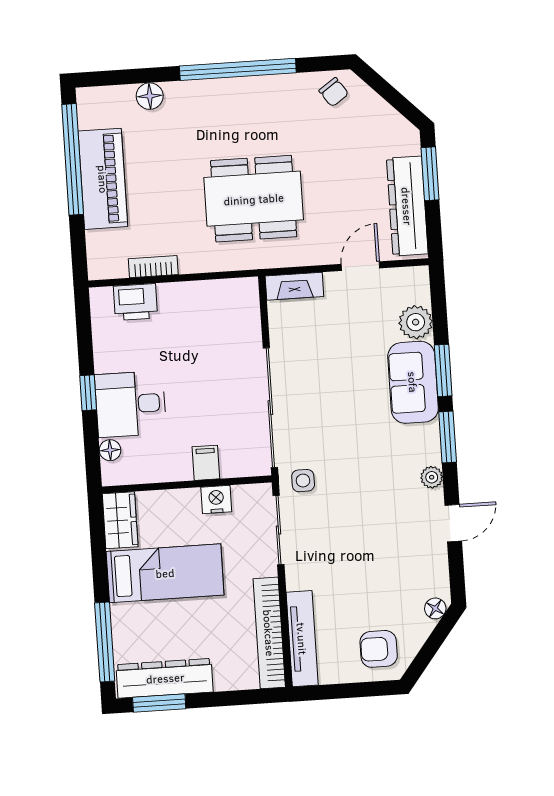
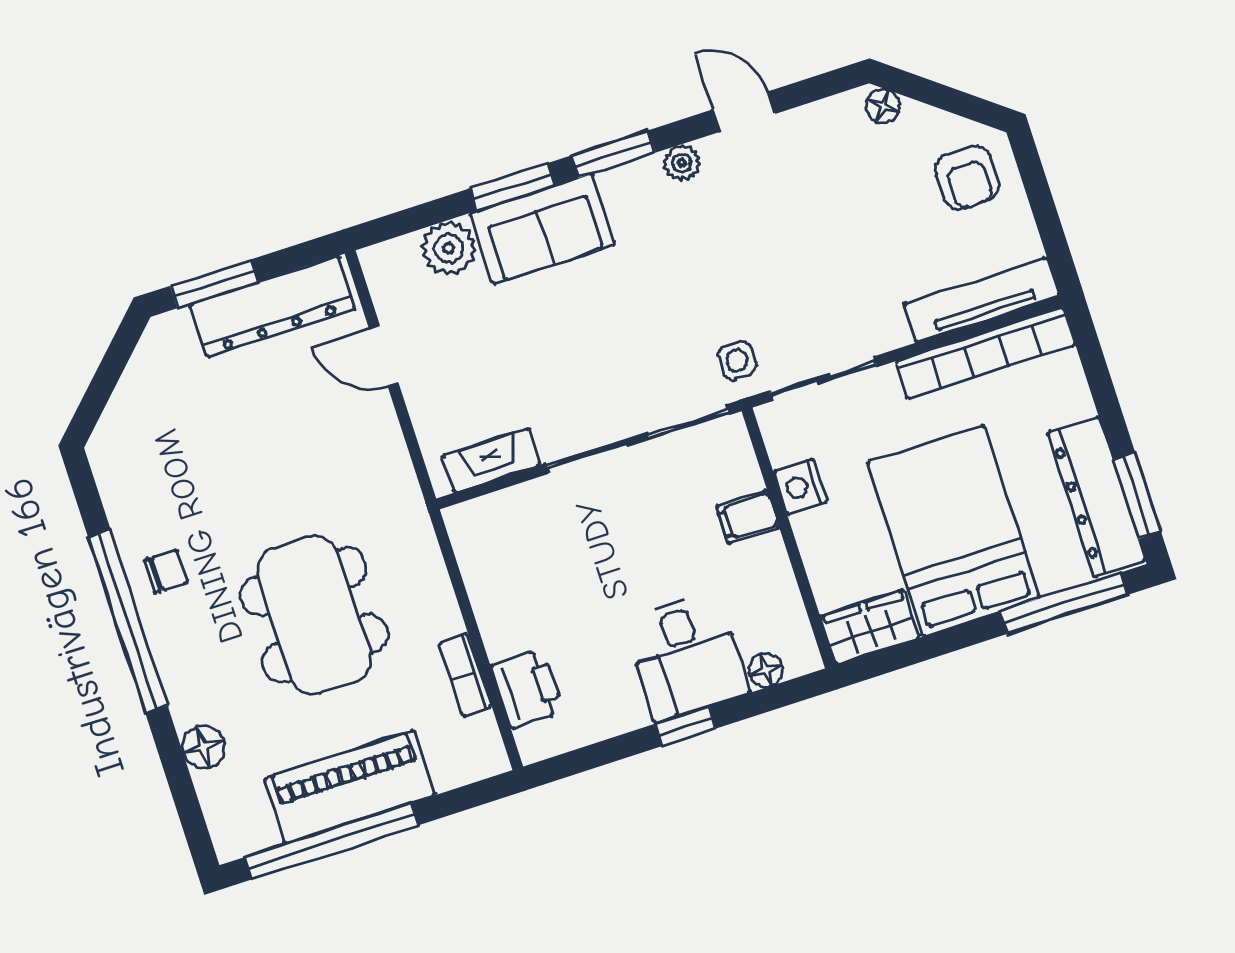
chair: (334, 92) -> (166, 571), moved, turned 35
dining table: (254, 199) -> (314, 615), moved
fireplace: (294, 286) -> (491, 460), moved, turned -90
bed: (165, 573) -> (954, 531), width x1.50

